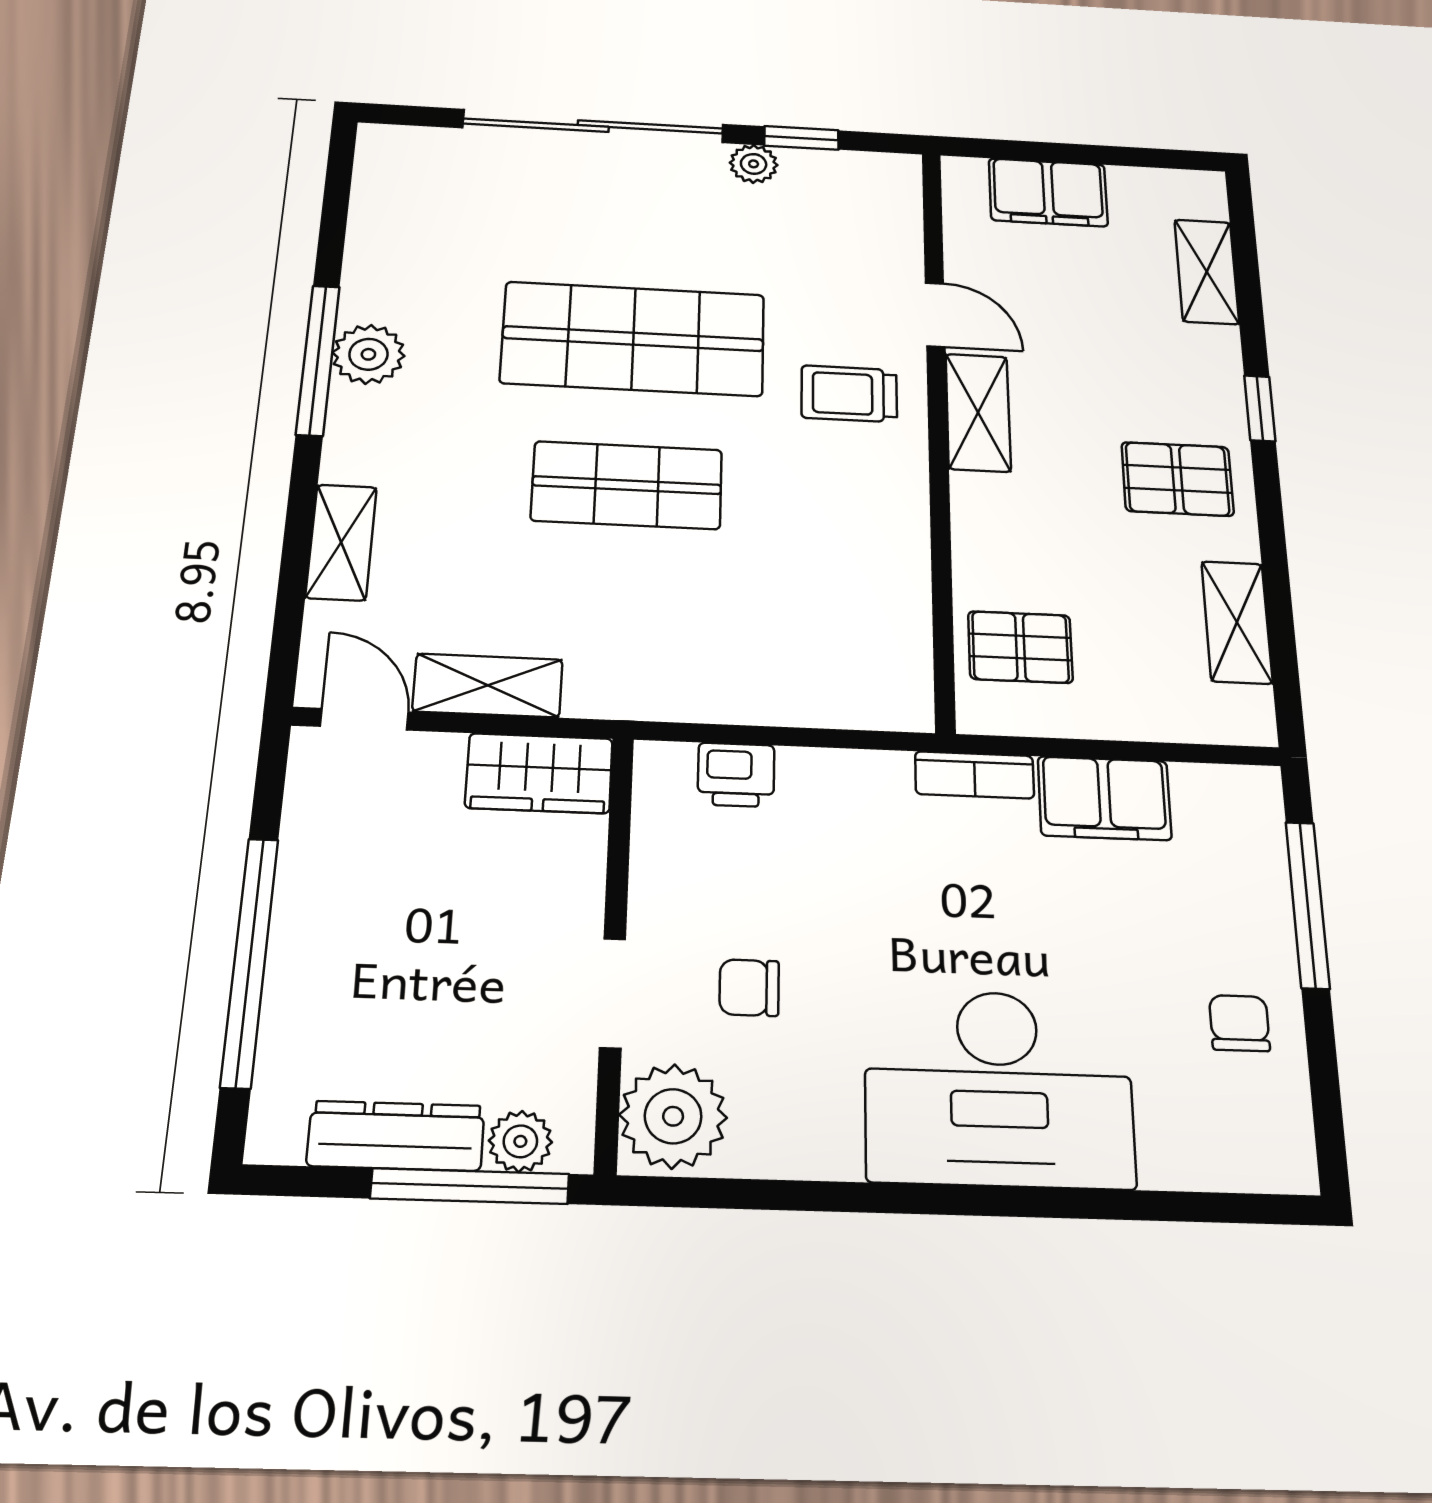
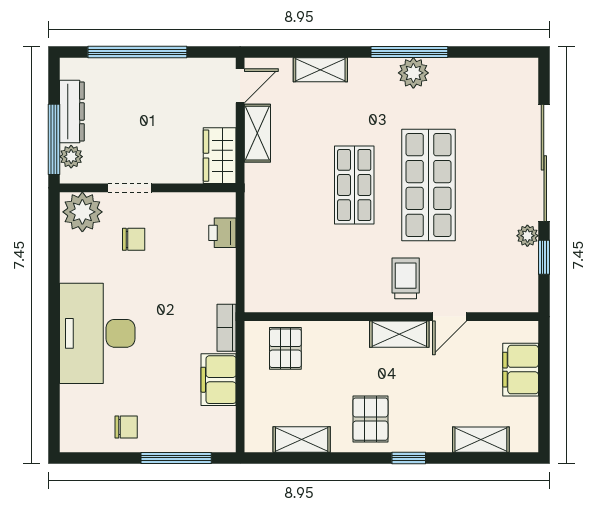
chair: (749, 988) -> (134, 239), turned 90

